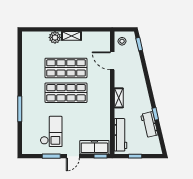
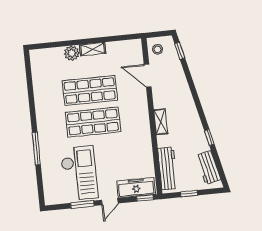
workbench: (149, 125) -> (208, 167), moved
checkout: (51, 131) -> (79, 173), width x1.36, depth x1.21

